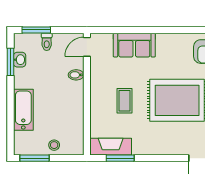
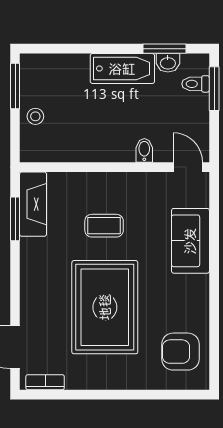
toilet: (47, 42) -> (196, 84), moved
bathtub: (23, 110) -> (122, 69), moved

